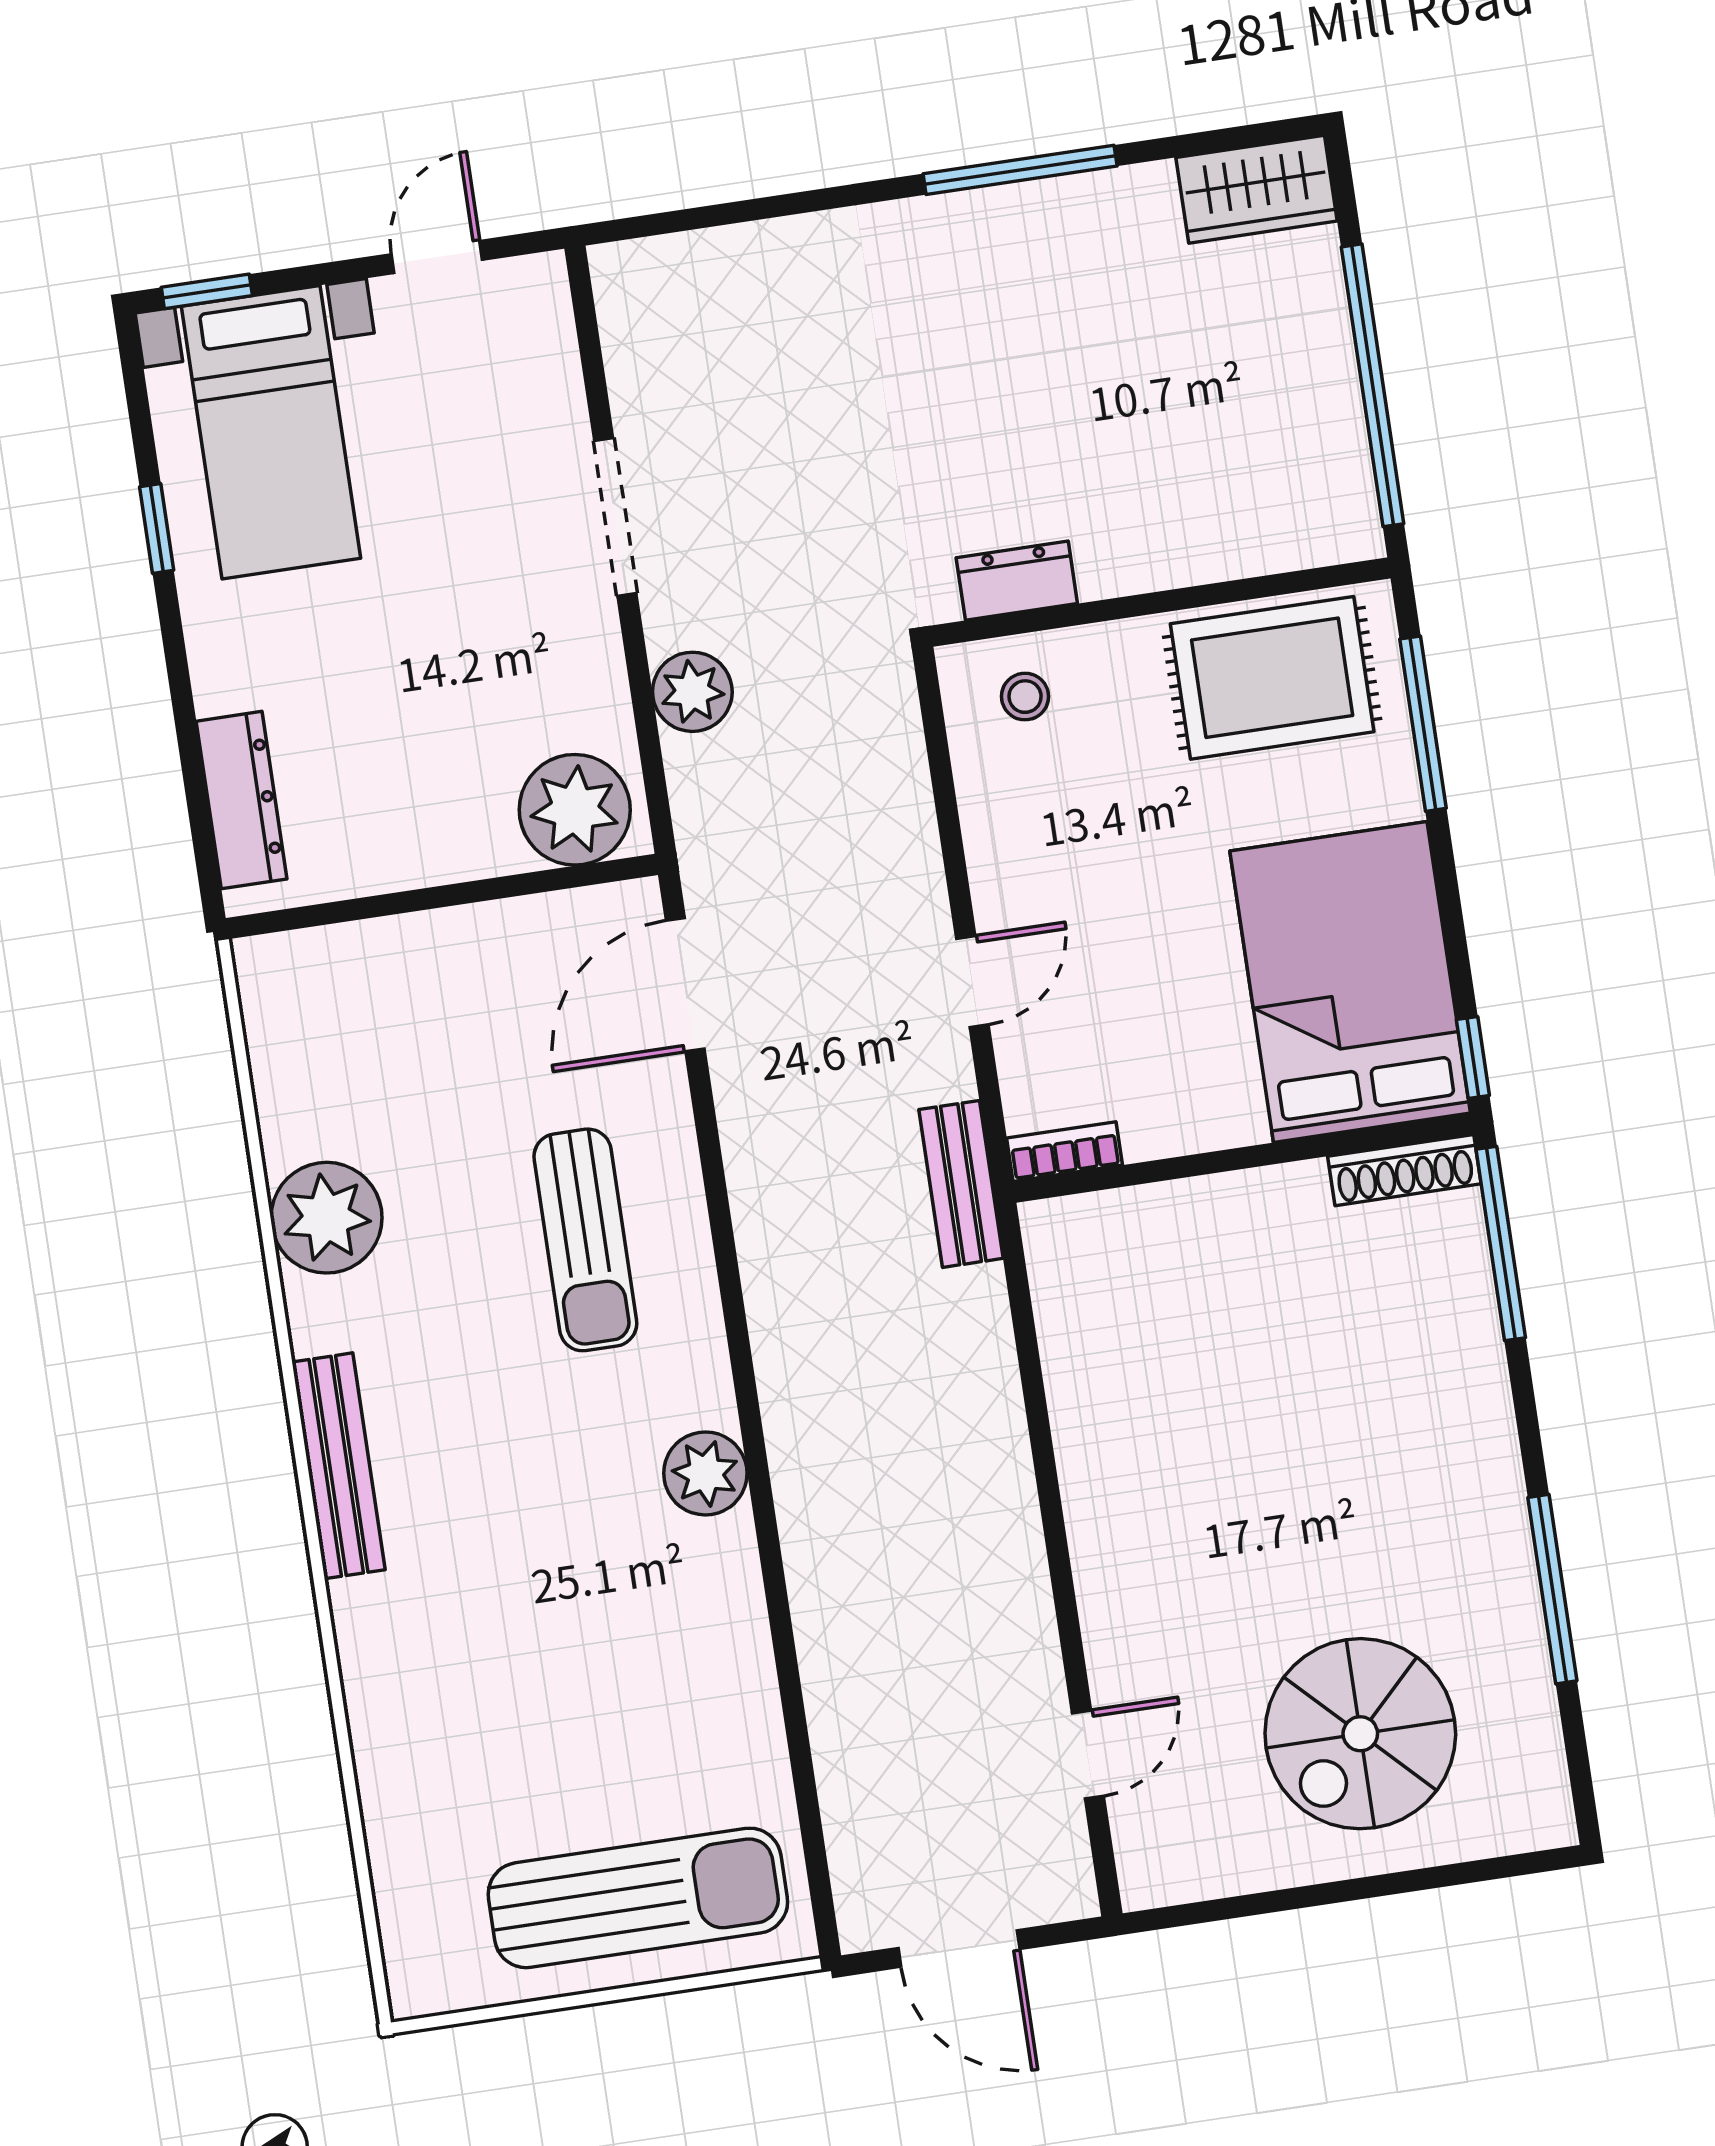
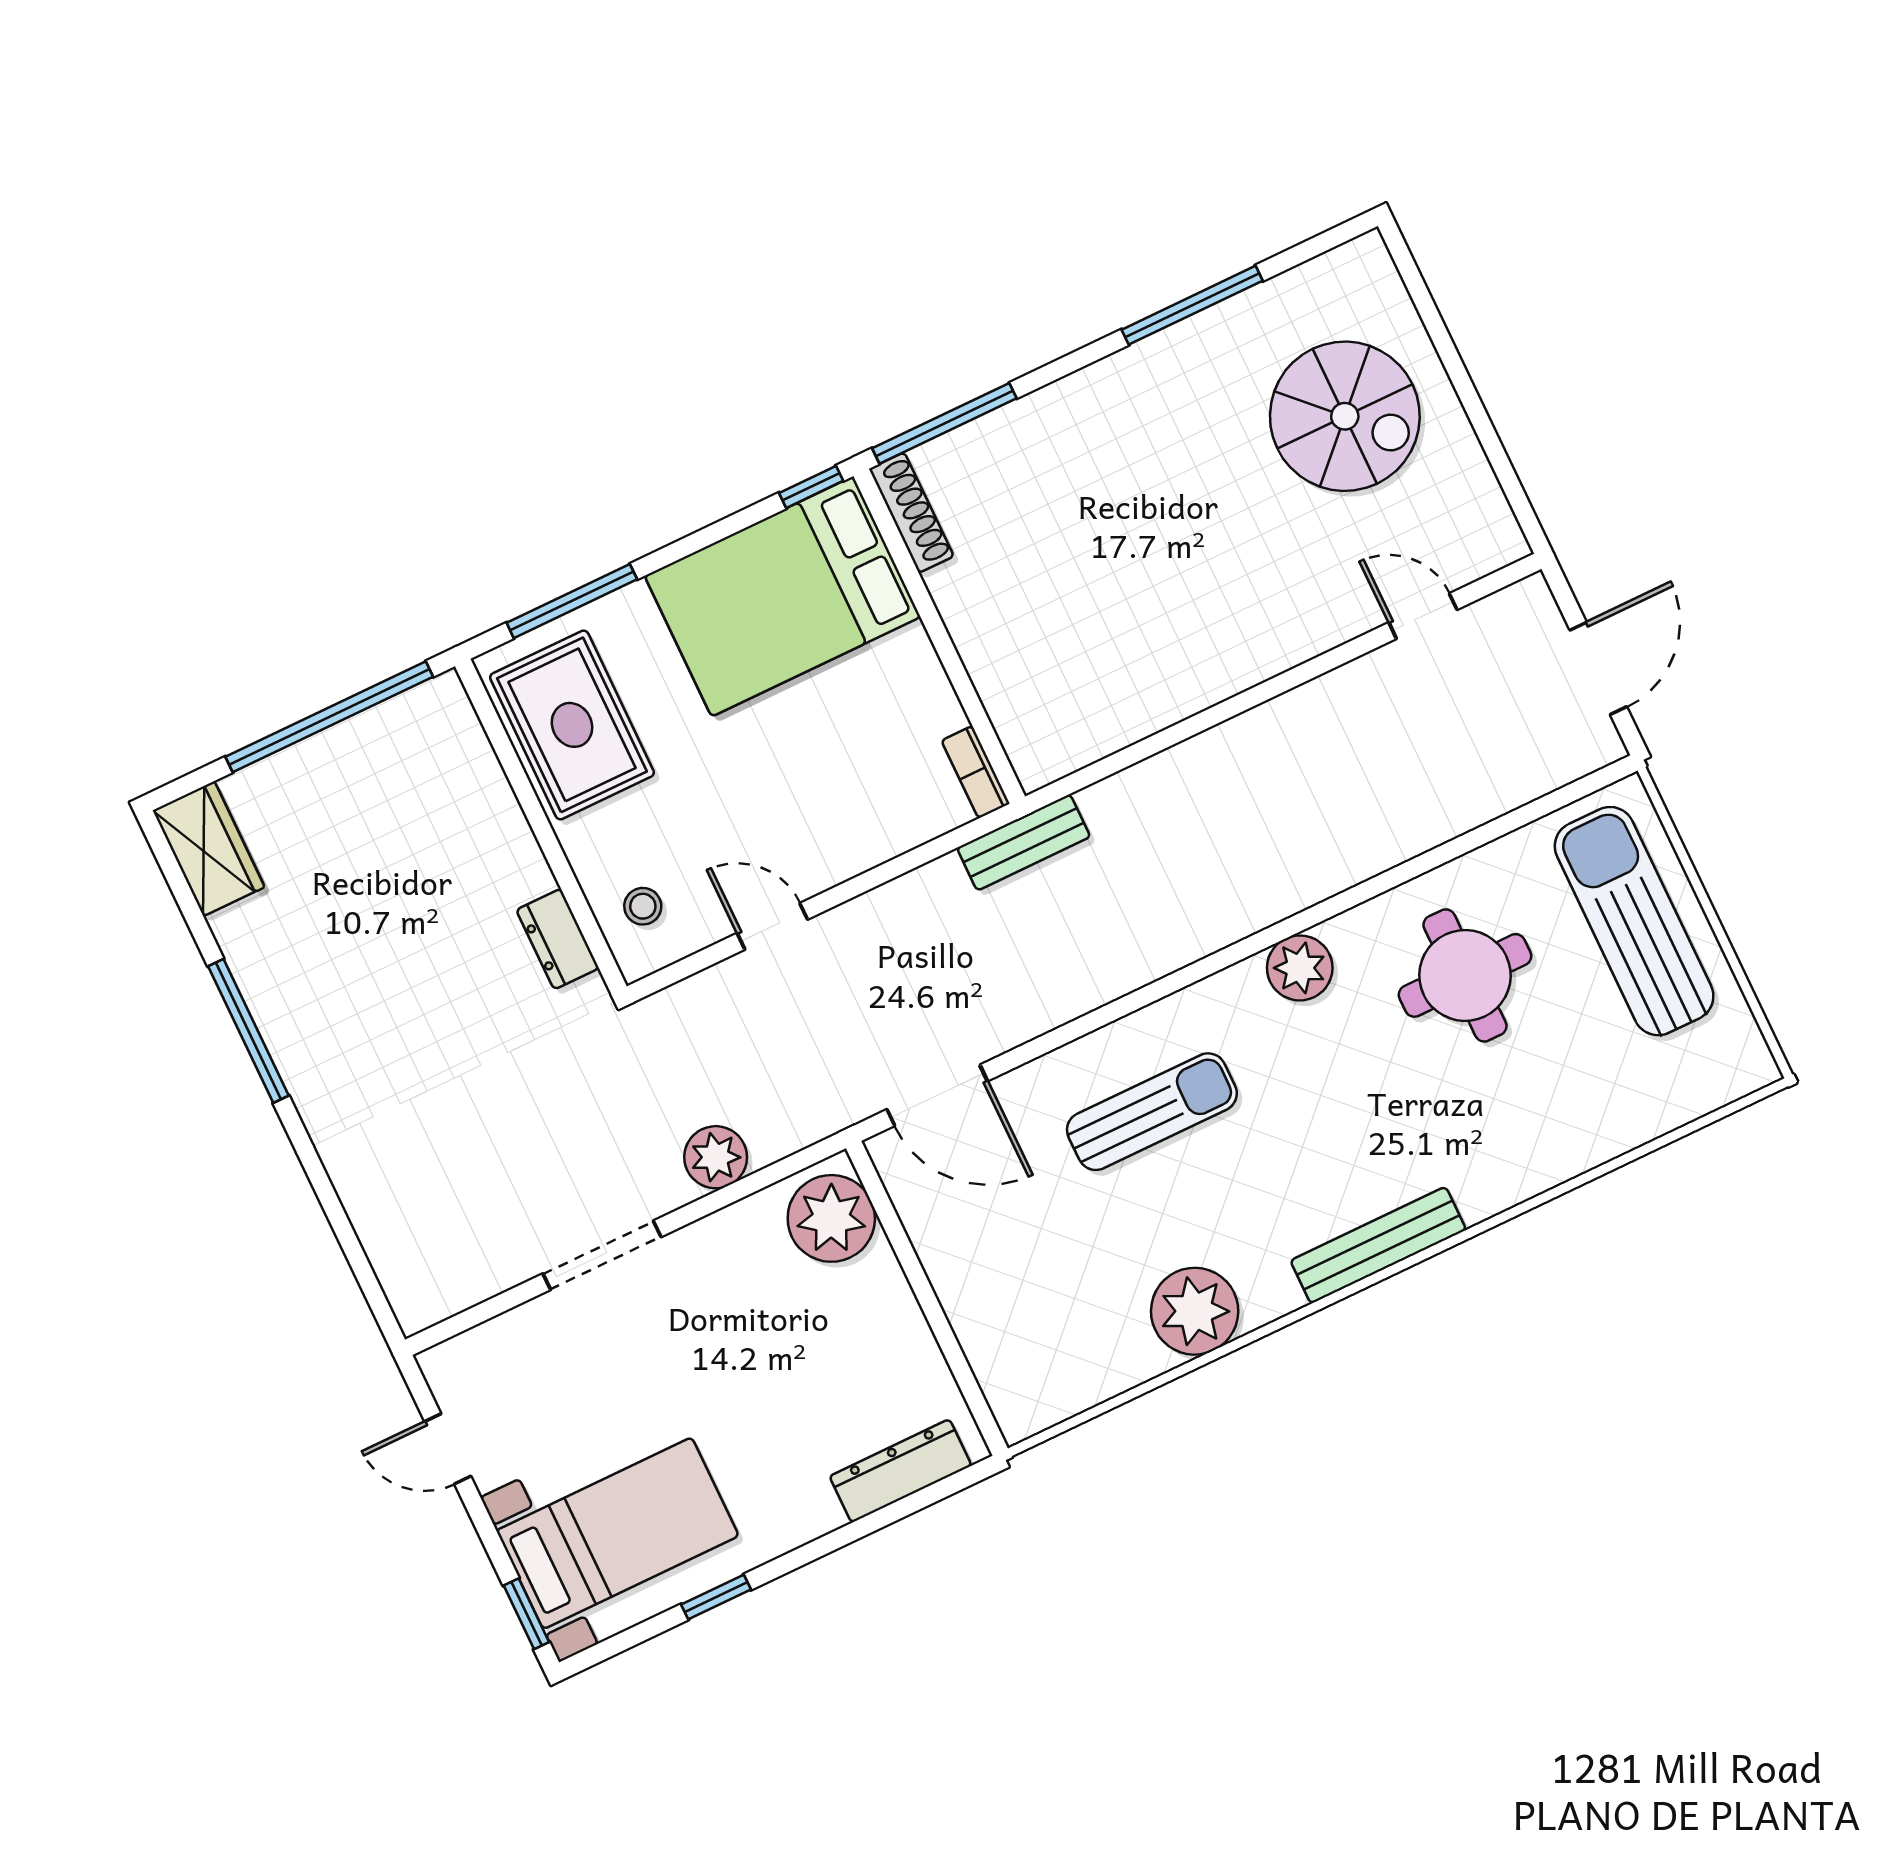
door: (972, 981) -> (772, 926), moved
round table: (635, 1672) -> (1465, 975), added

